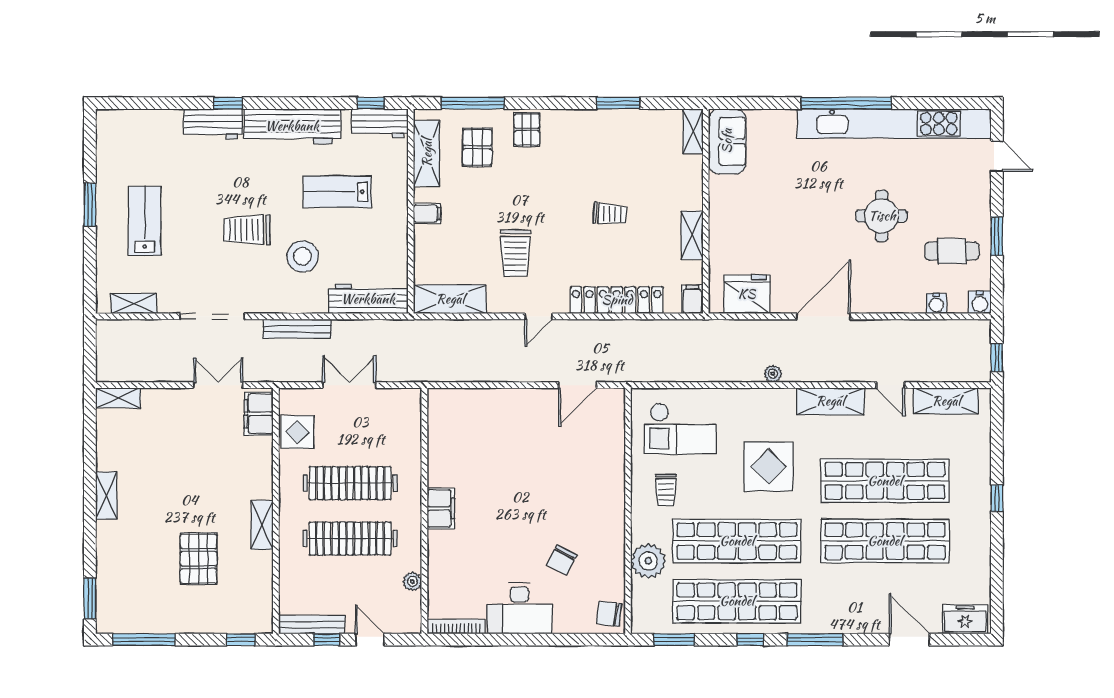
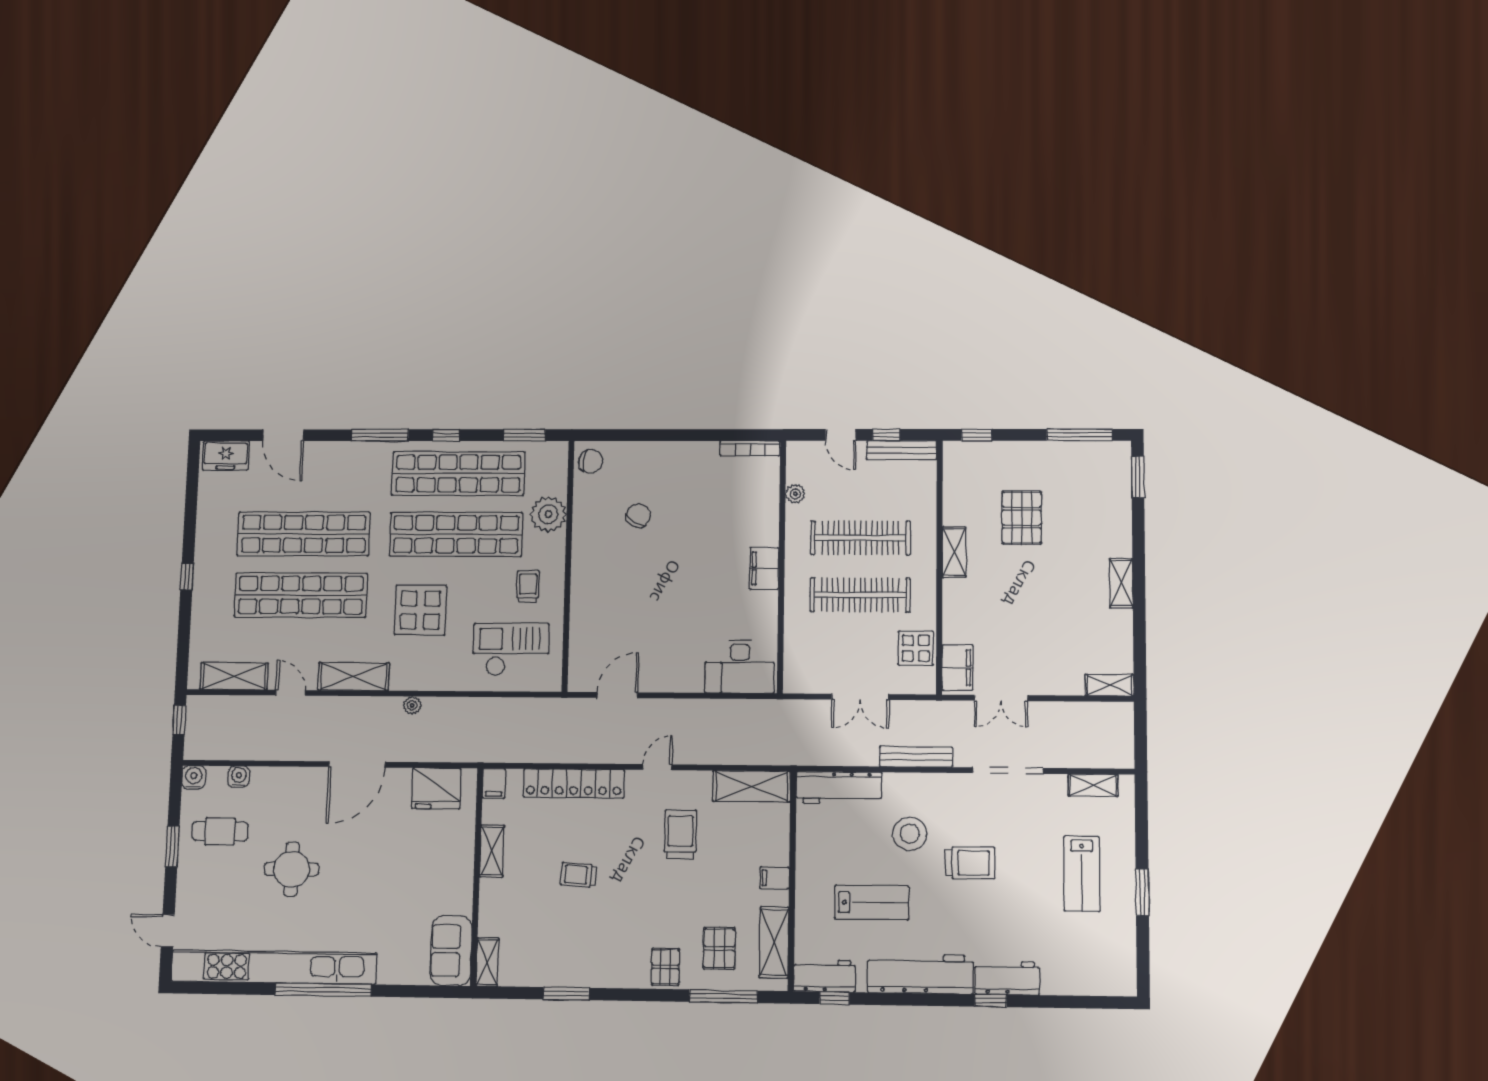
desk: (520, 608) -> (740, 667), moved, turned 180

